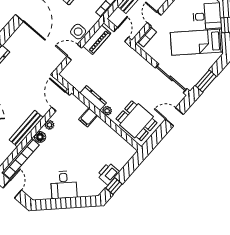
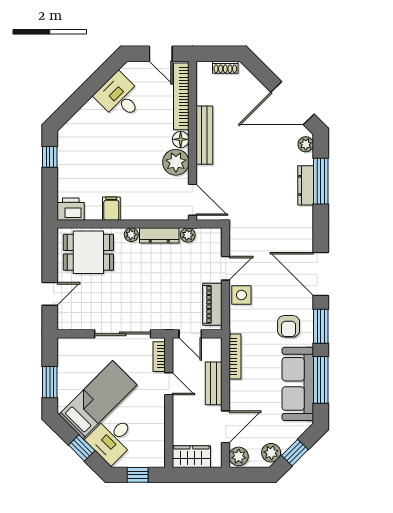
sliding door: (171, 78) -> (123, 334), moved
window: (206, 81) -> (50, 382), moved
plant: (79, 86) -> (188, 235), added
filing cabinet: (88, 117) -> (111, 209), moved
plant: (49, 125) -> (176, 162), width x1.87, depth x1.87
printer: (108, 174) -> (71, 209), moved, turned -90
desk: (64, 185) -> (119, 97), moved

